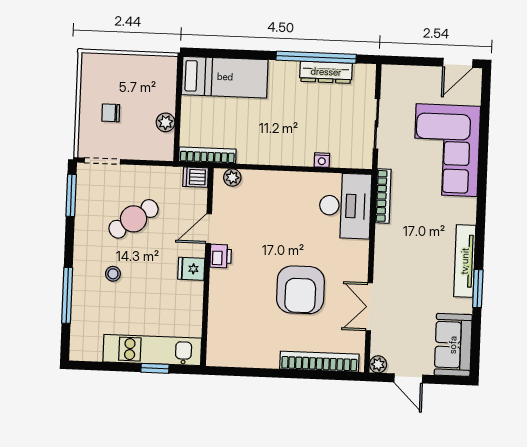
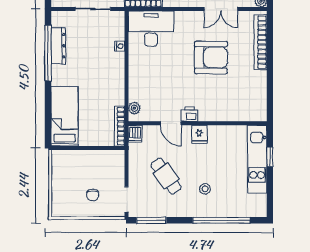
plant: (166, 122) -> (98, 156), removed
window: (67, 295) -> (221, 220), width x1.46

